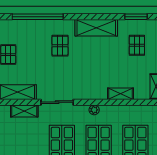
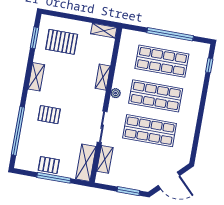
shelving: (96, 28) -> (36, 77), width x0.67, depth x0.75
pallet: (137, 45) -> (62, 42), width x1.50, depth x1.42
shelving: (120, 94) -> (103, 77), moved

